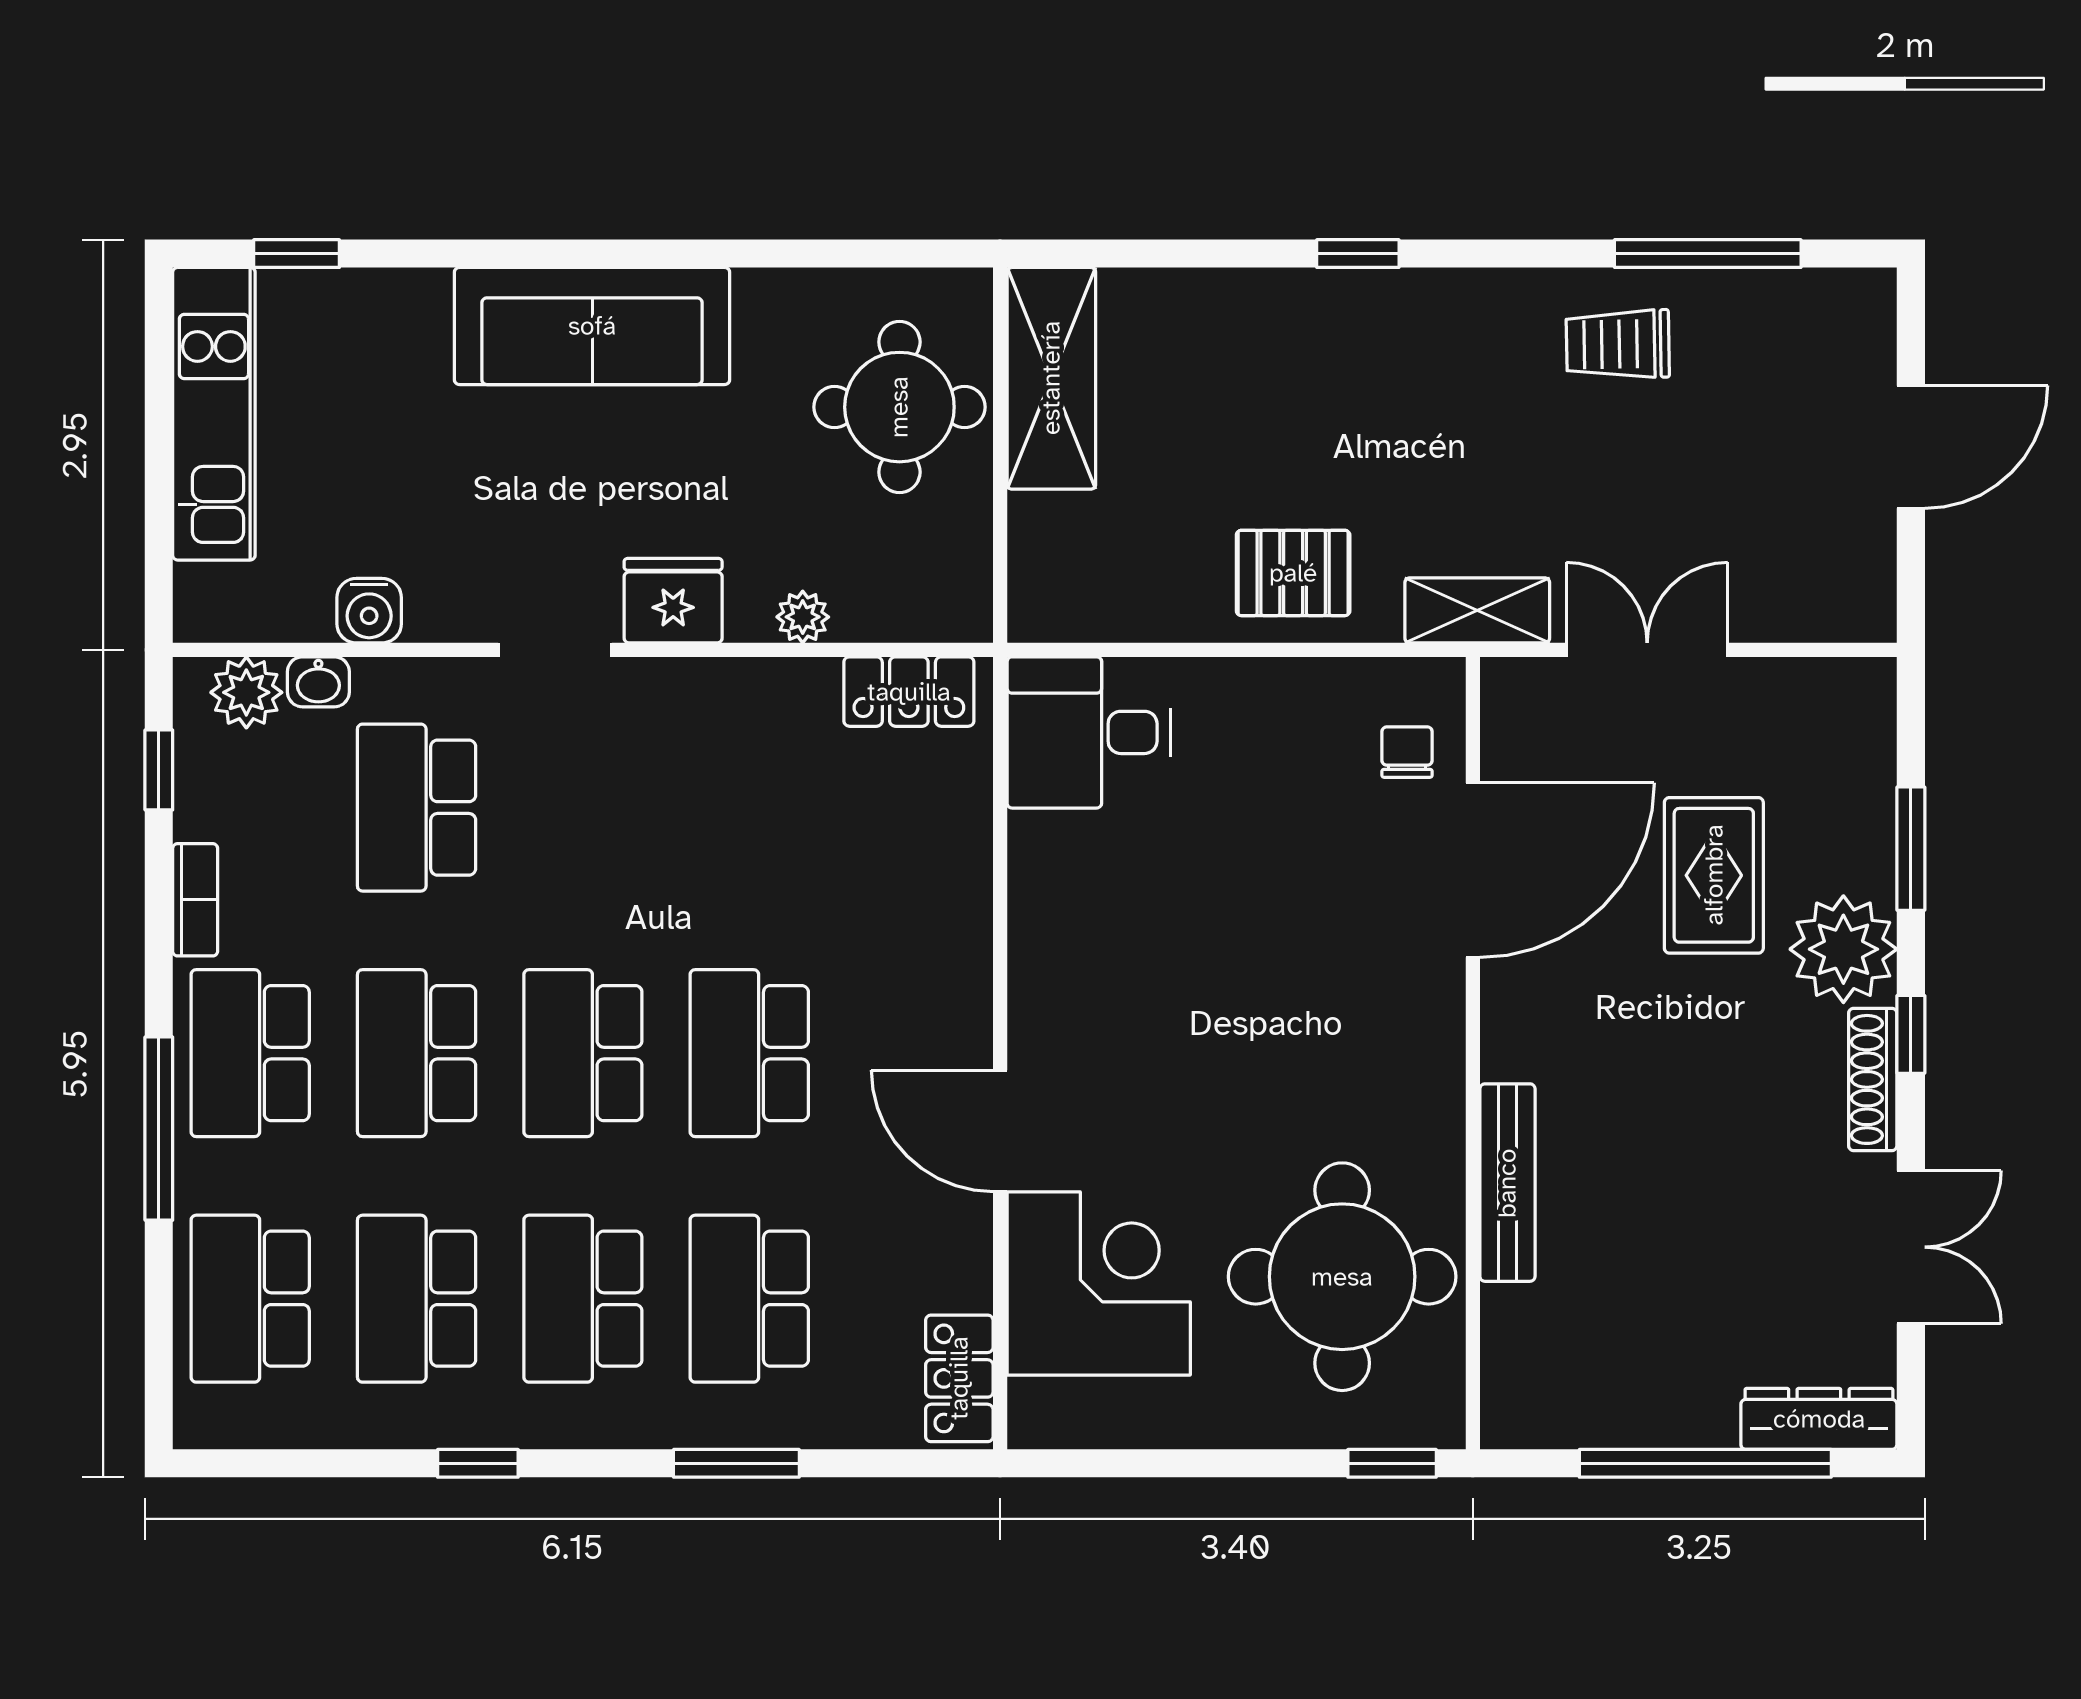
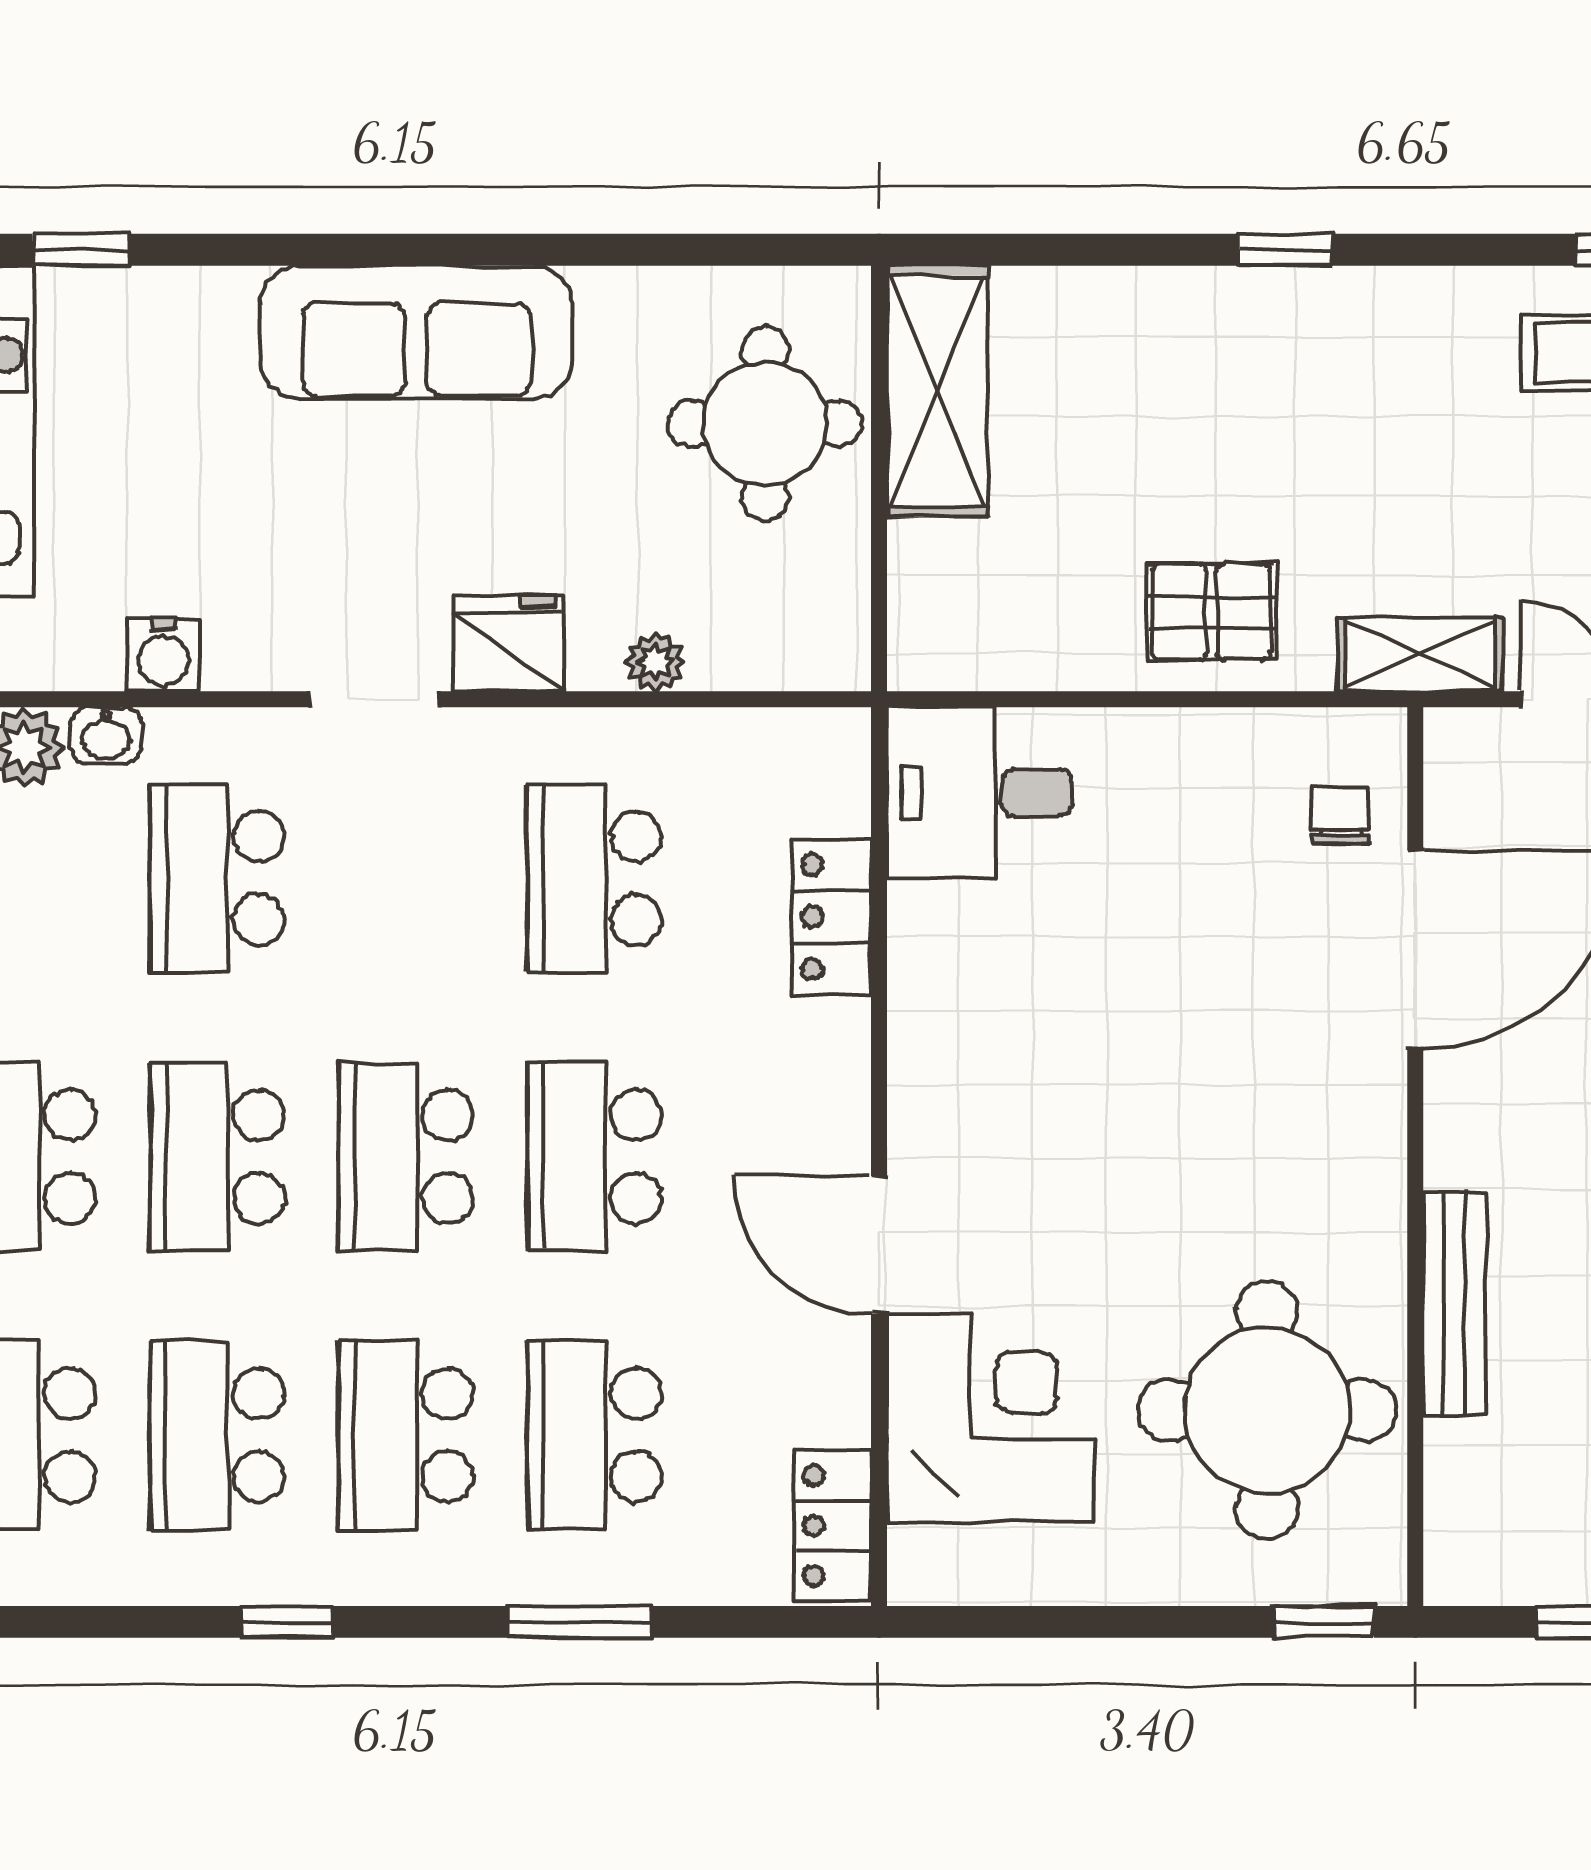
locker: (909, 692) -> (832, 917), moved, turned 90
school desk: (749, 808) -> (595, 878), added

